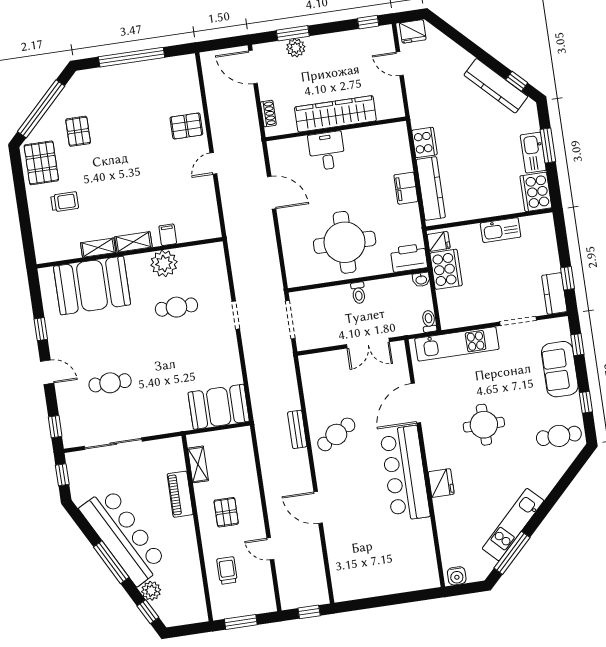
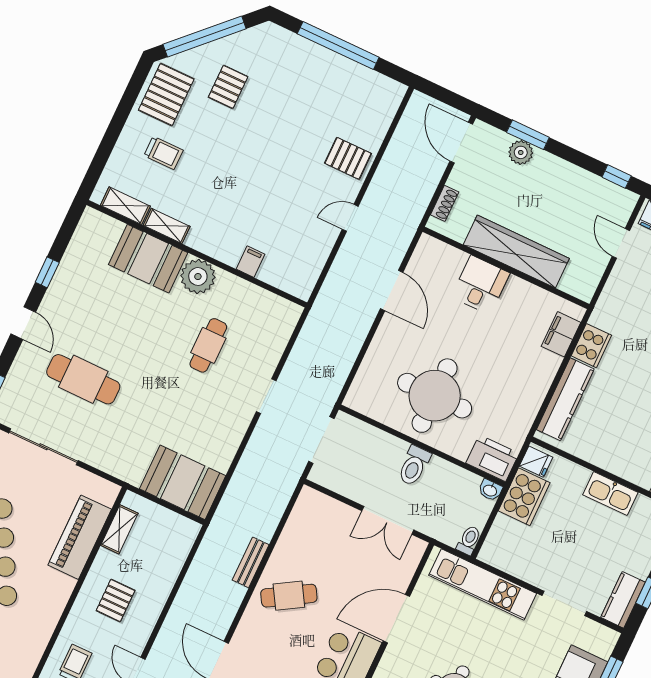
filing cabinet: (406, 188) -> (561, 334), moved
shelving: (133, 242) -> (125, 206), moved
plant: (164, 263) -> (198, 277), moved
booth: (92, 286) -> (148, 259), width x0.73, depth x0.70
toilet: (358, 293) -> (414, 466), width x1.37, depth x1.39
cafe table: (176, 307) -> (208, 345), turned 90
cafe table: (110, 383) -> (83, 379), width x1.37, depth x1.35
piano: (180, 494) -> (80, 537), width x1.37, depth x1.33

